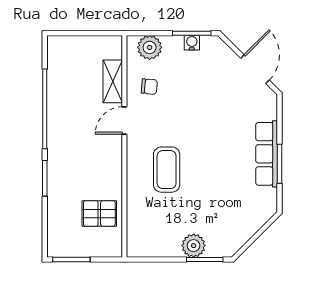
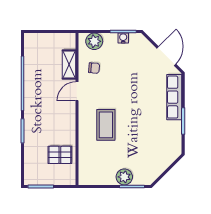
row of seats: (267, 154) -> (174, 97), moved

